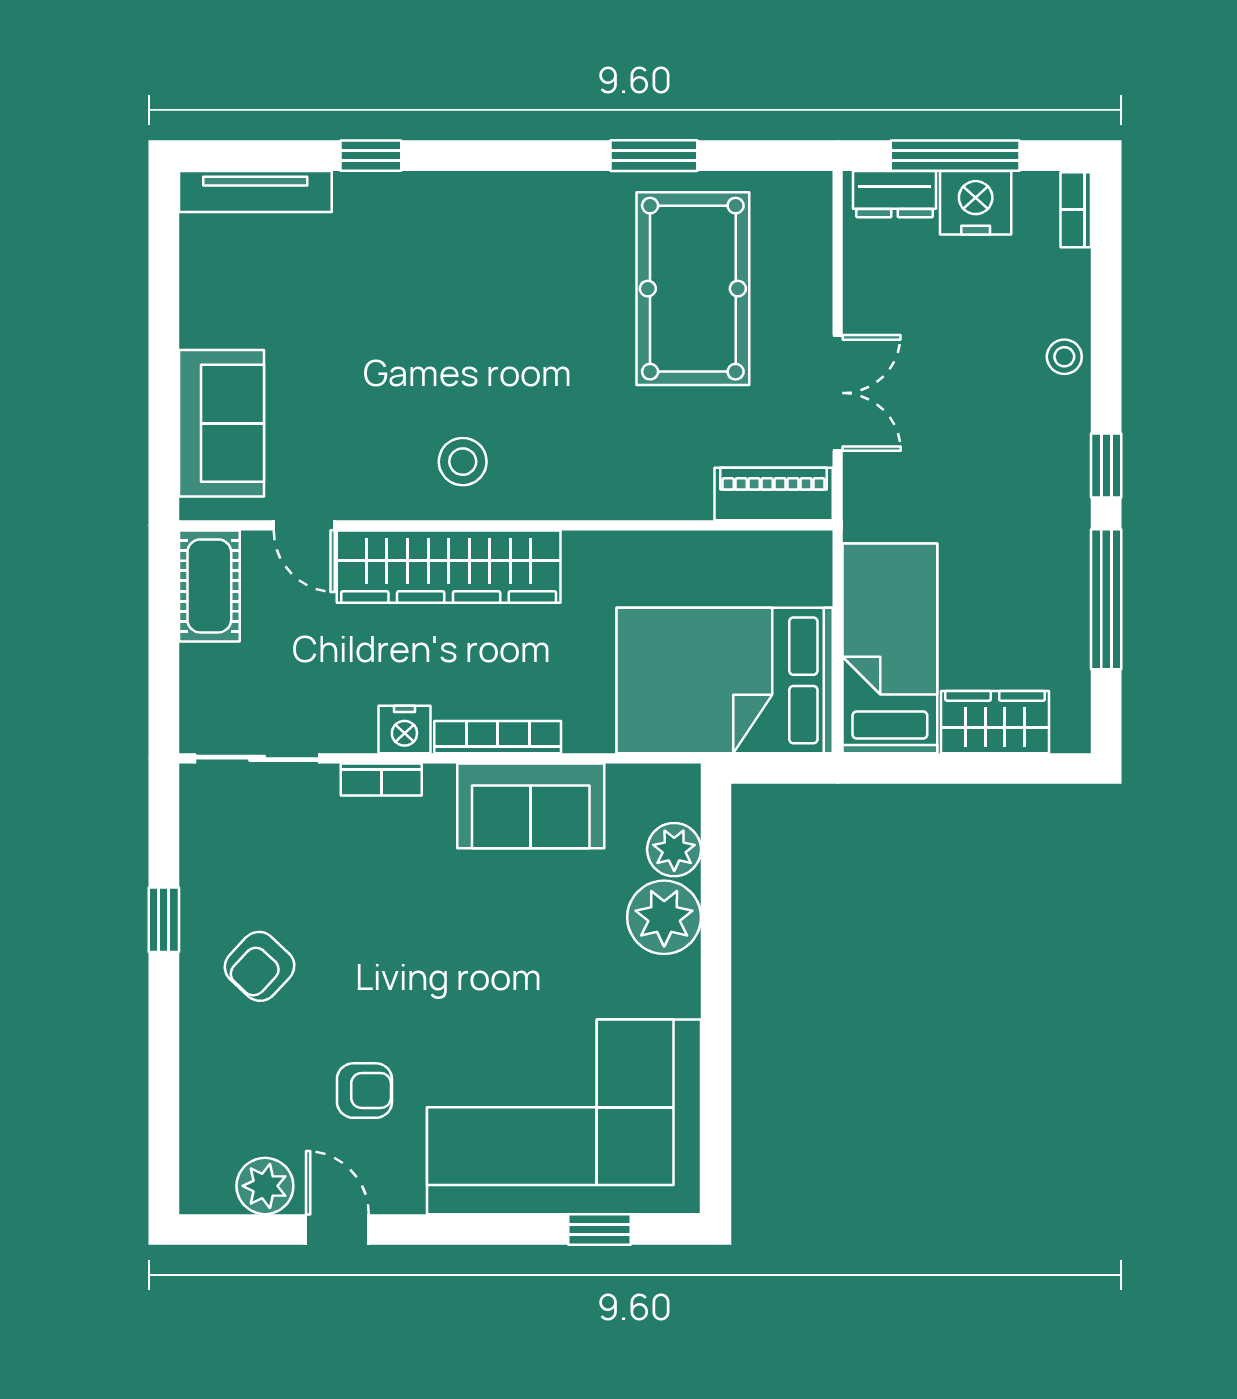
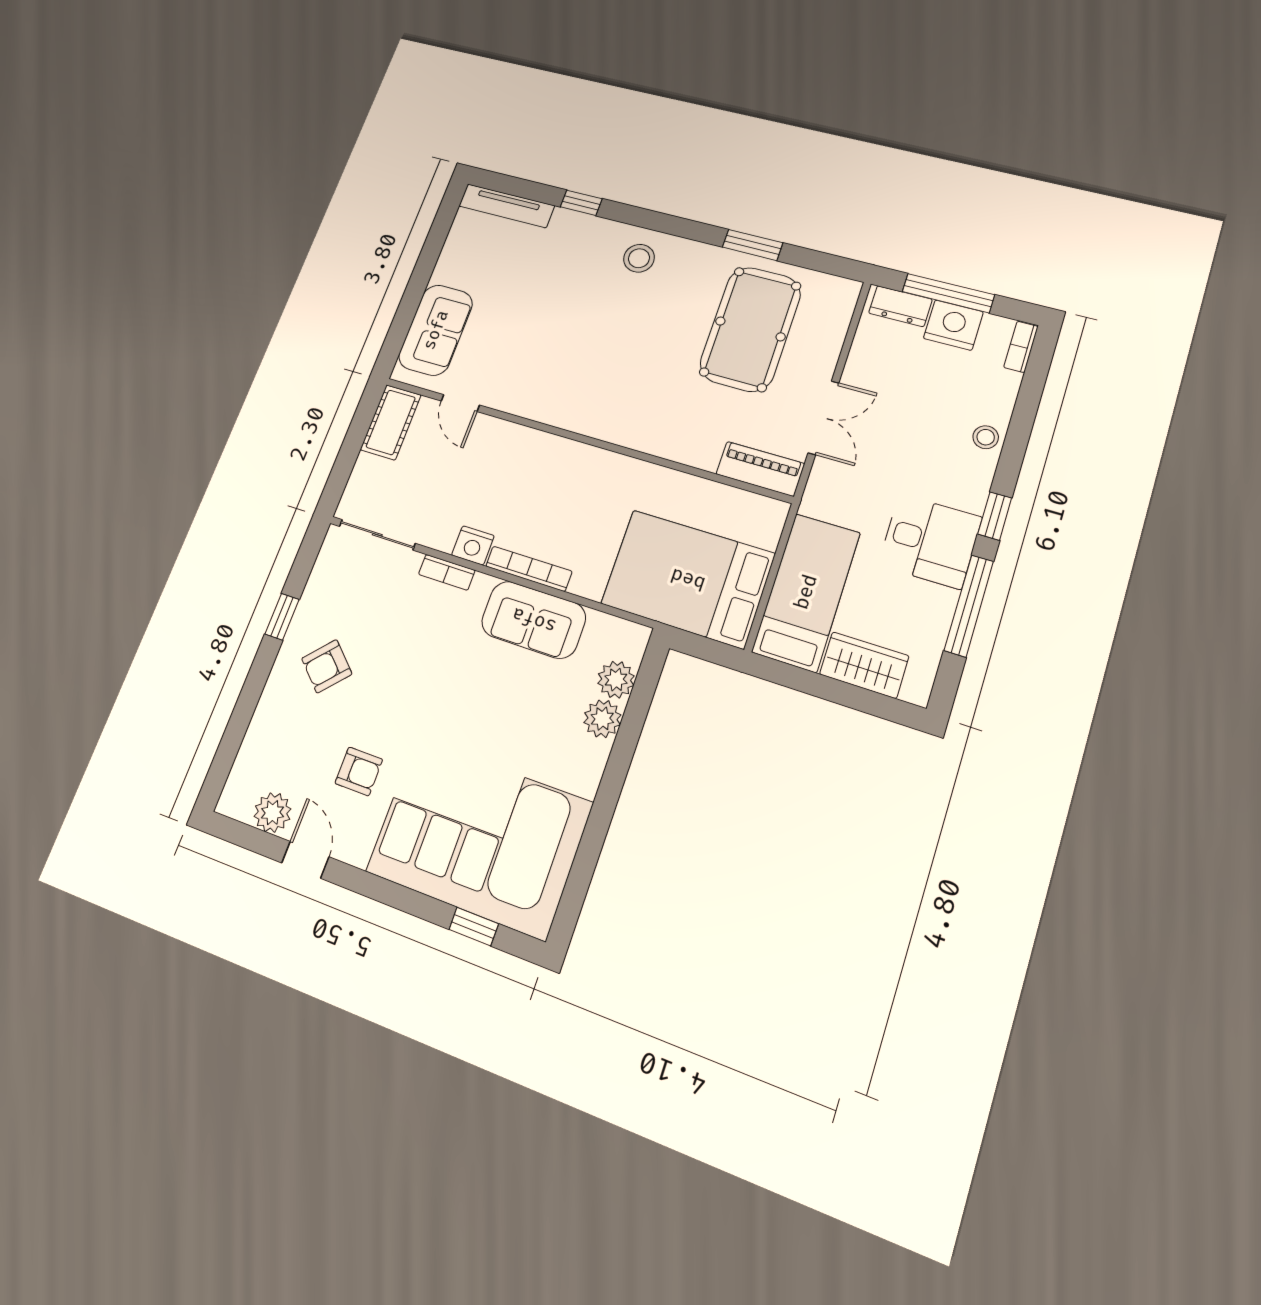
stool: (463, 462) -> (639, 258), moved
desk: (1032, 527) -> (930, 541), added
wardrobe: (449, 567) -> (538, 453), removed
plant: (664, 917) -> (602, 719), width x0.73, depth x0.73

